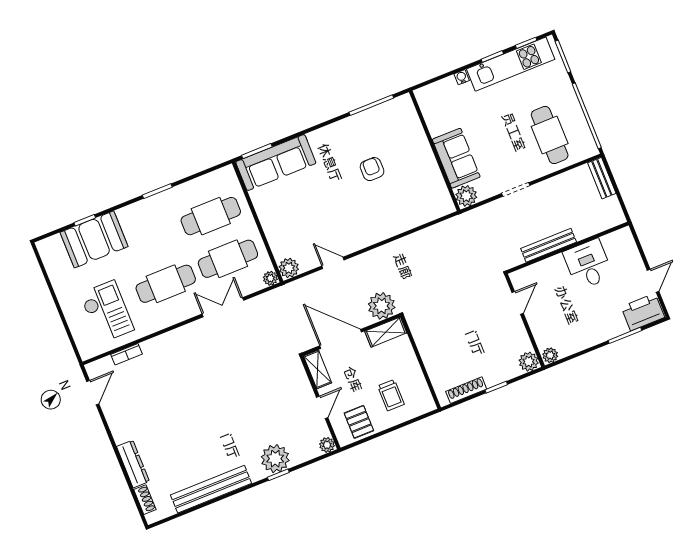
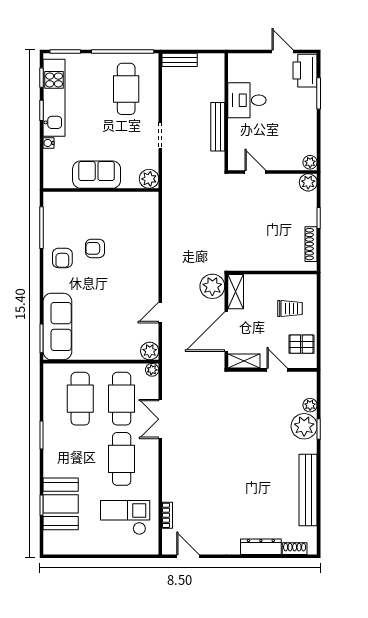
cafe table: (550, 135) -> (126, 89), turned 90
armchair: (349, 139) -> (62, 258), added
sofa: (456, 158) -> (97, 175), moved
plant: (327, 445) -> (310, 405), moved

